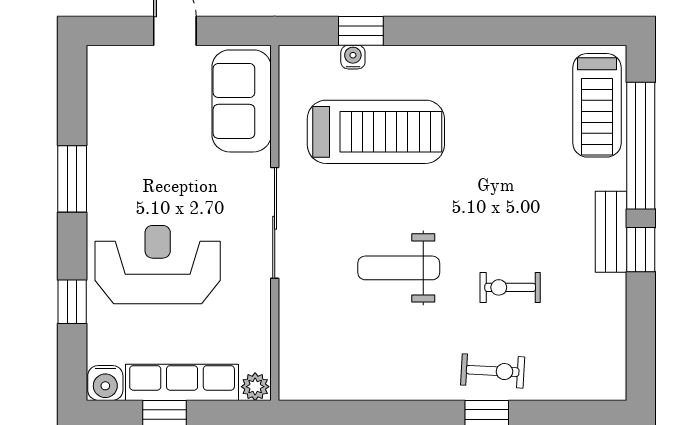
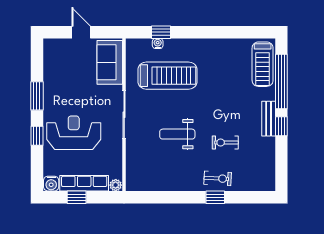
window: (72, 302) -> (37, 136), moved

